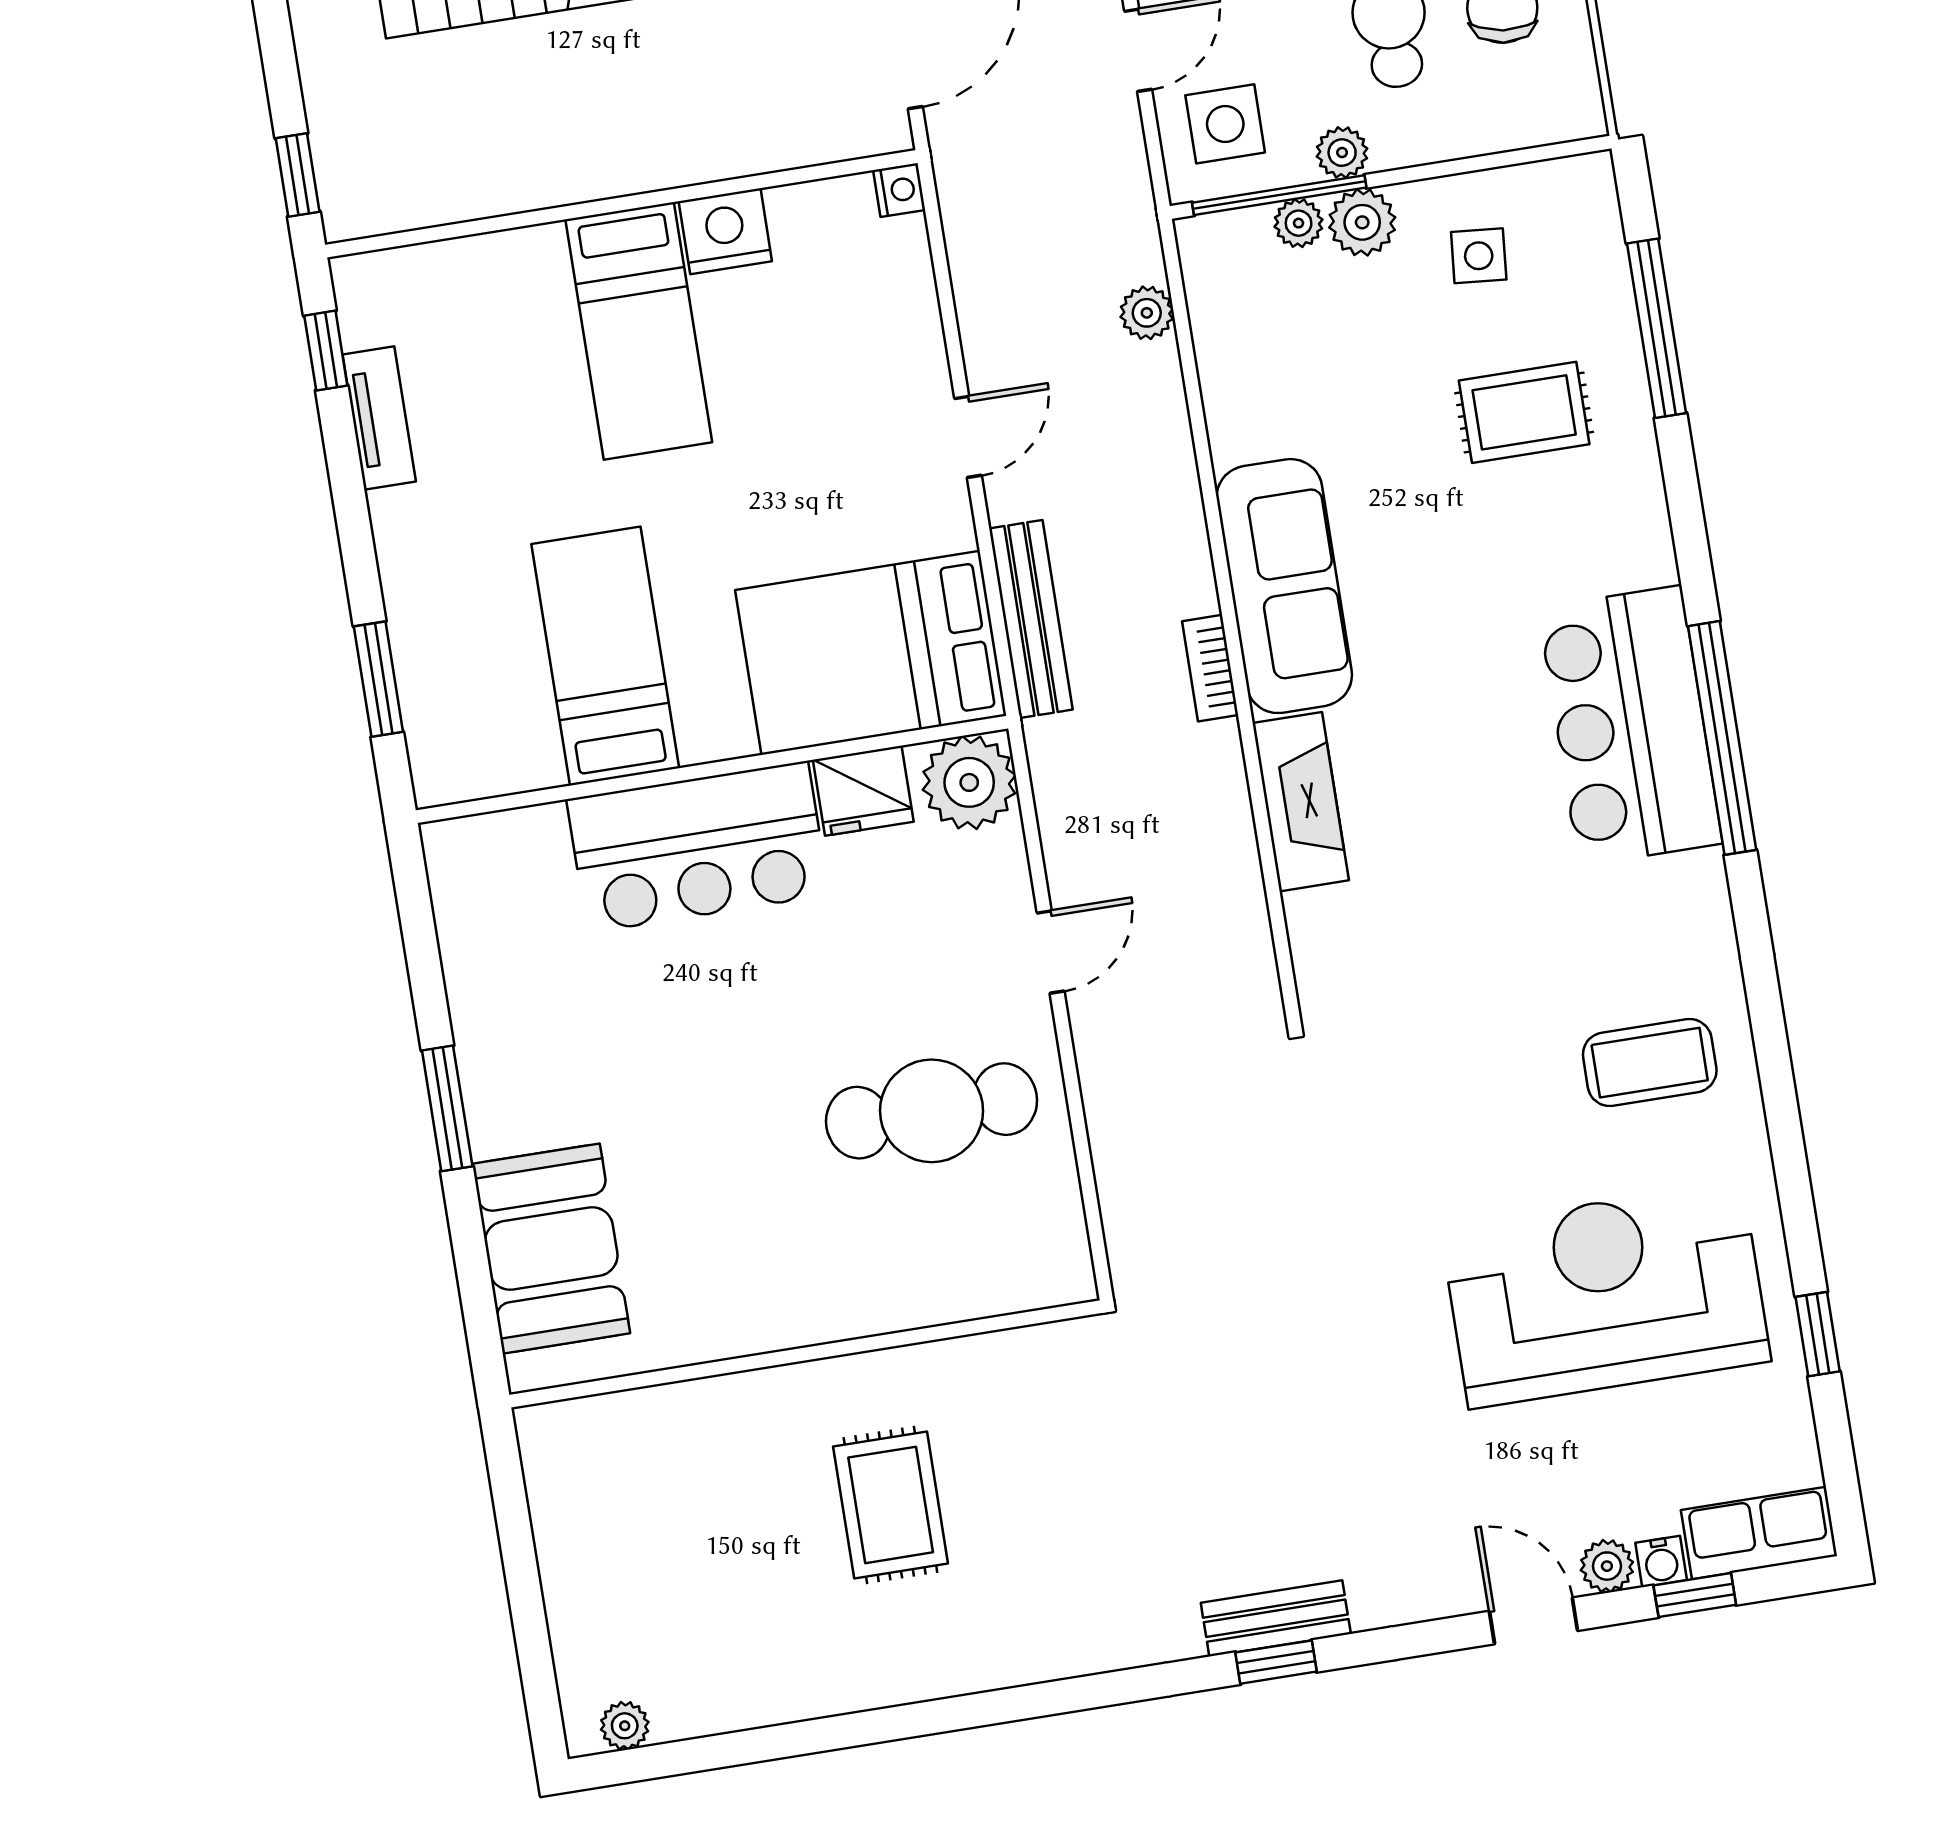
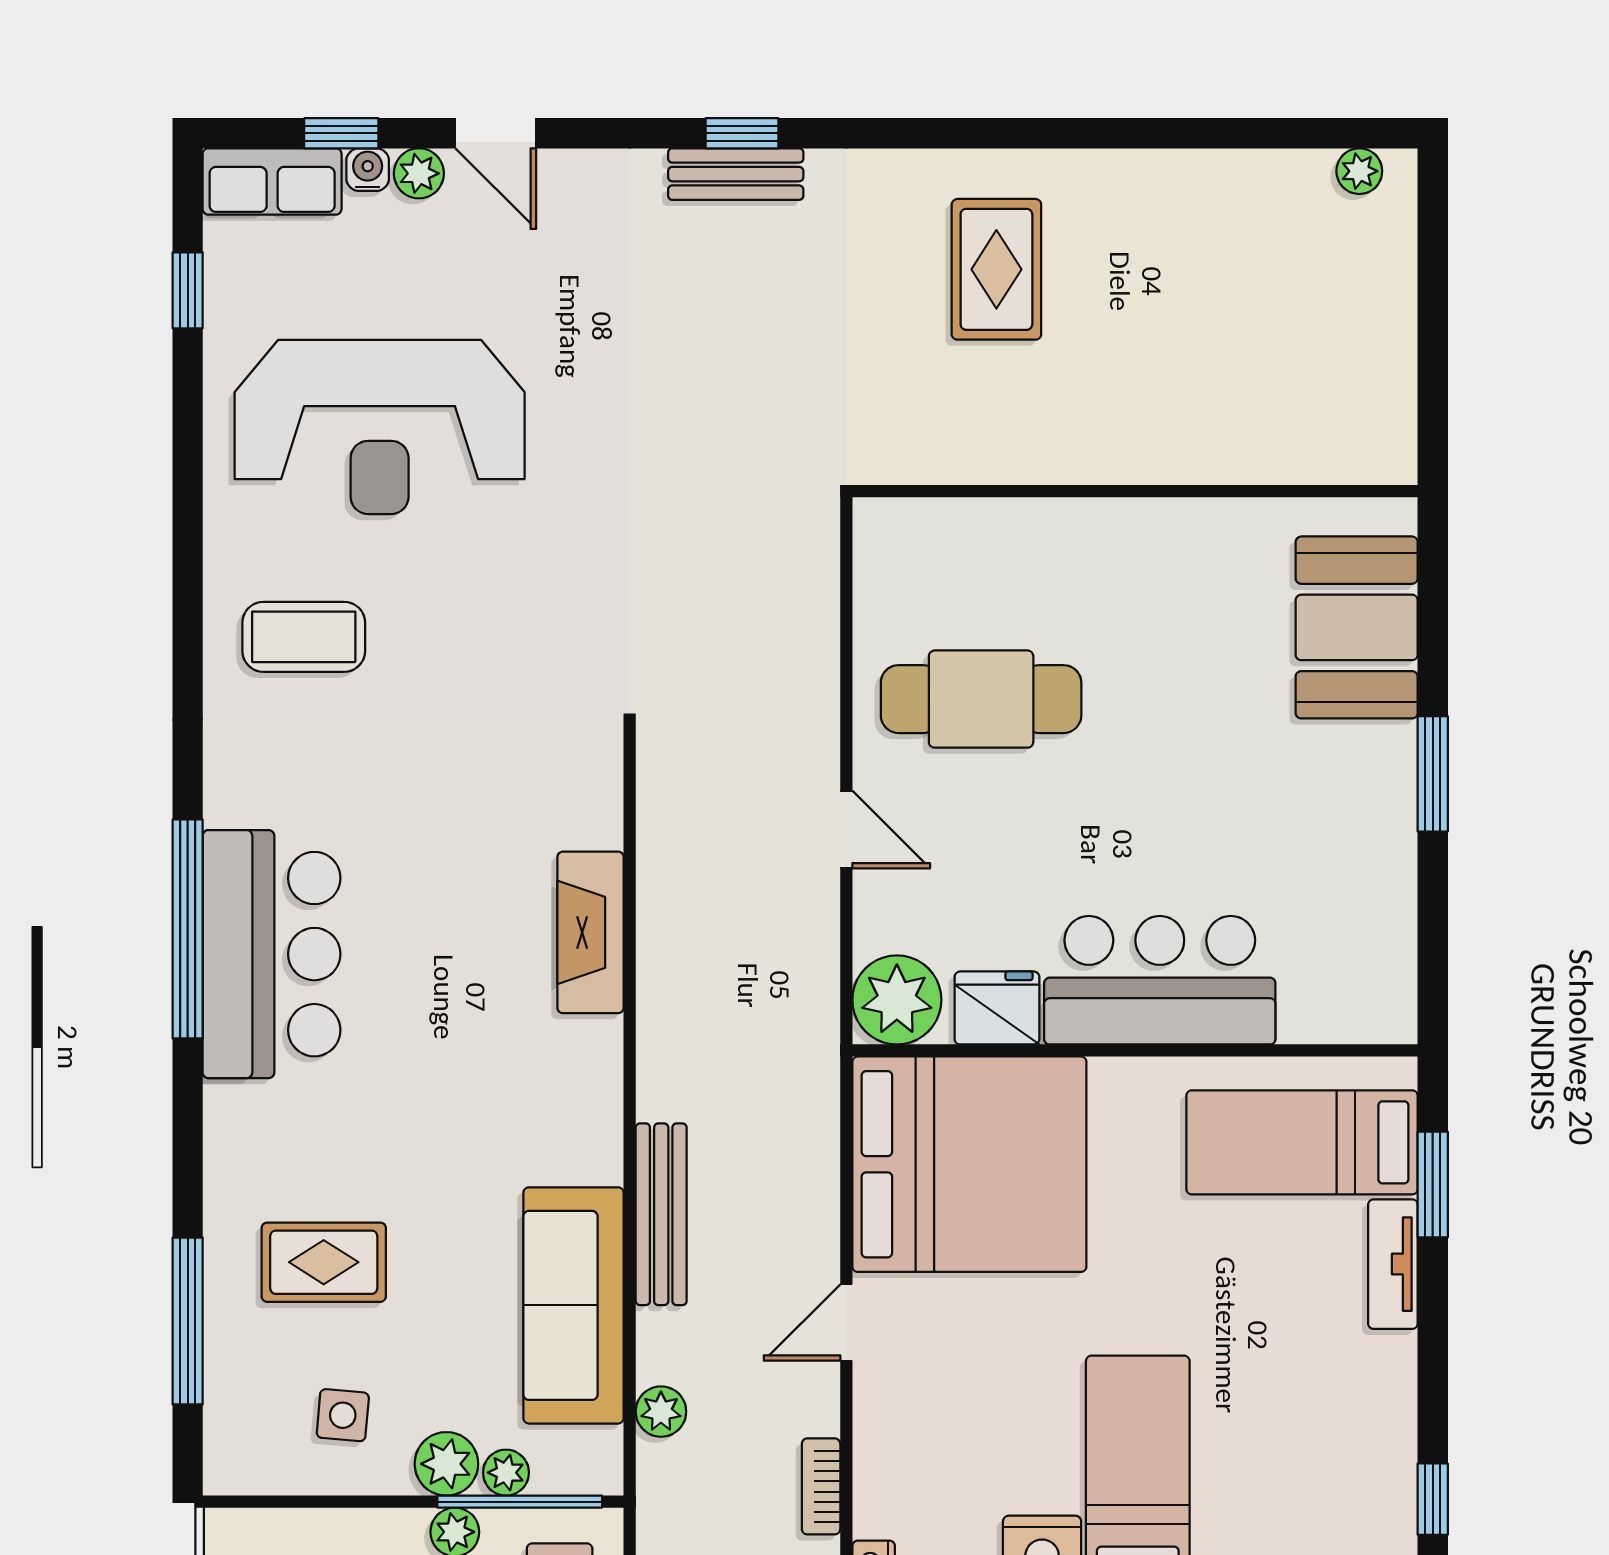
tv unit: (379, 418) -> (1393, 1264), moved
sofa: (1284, 586) -> (574, 1305), moved
bench: (1031, 619) -> (661, 1214), moved
bed: (871, 653) -> (969, 1164), width x1.36
bed: (605, 656) -> (1302, 1142), moved, turned 90
bookcase: (1210, 668) -> (821, 1486), moved, turned 180
door: (1051, 952) -> (846, 830), swing flipped
window: (1818, 1334) -> (188, 290), moved
rug: (891, 1505) -> (996, 269), moved

